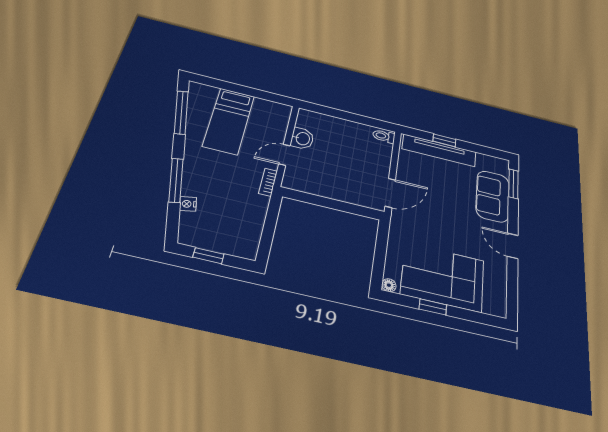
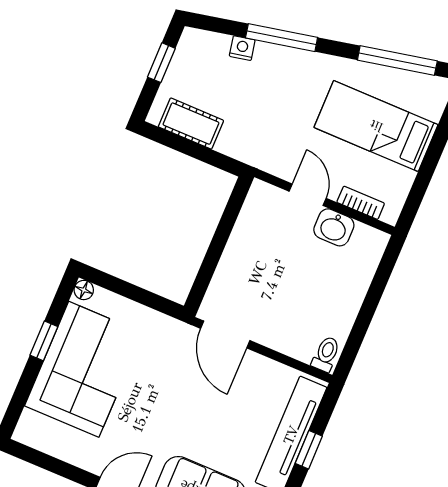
bookcase: (268, 182) -> (361, 203), moved
cot: (251, 230) -> (191, 124), added

